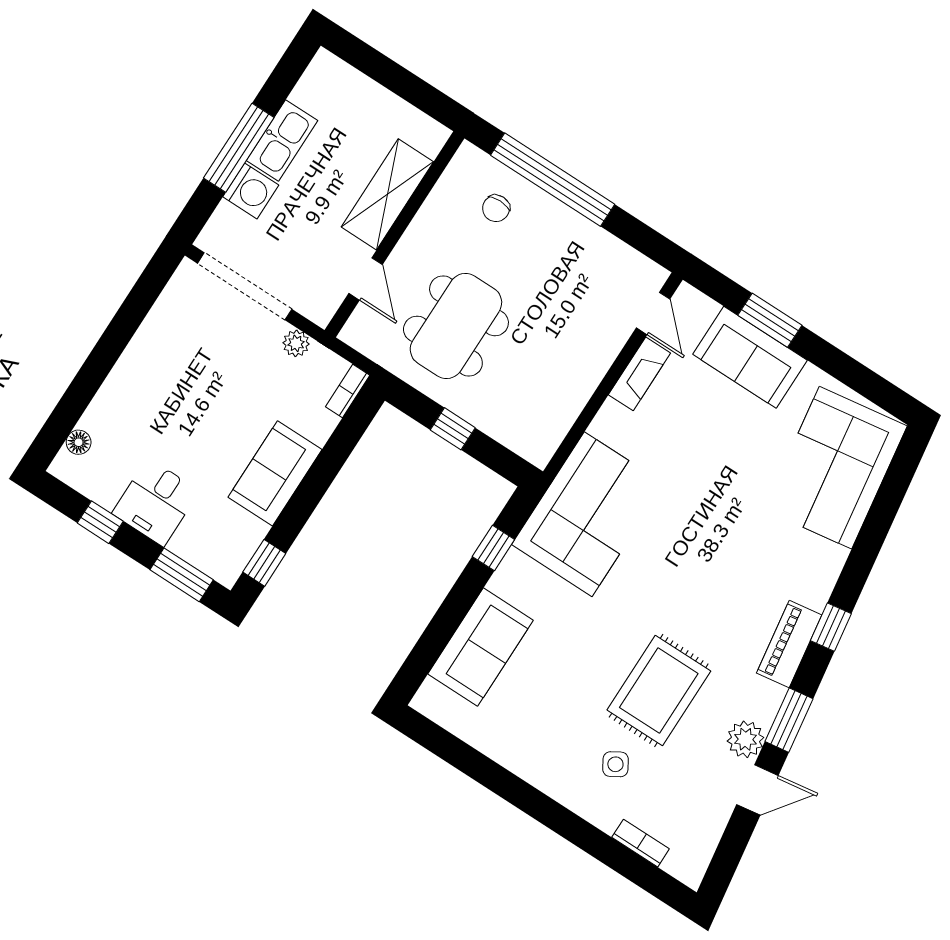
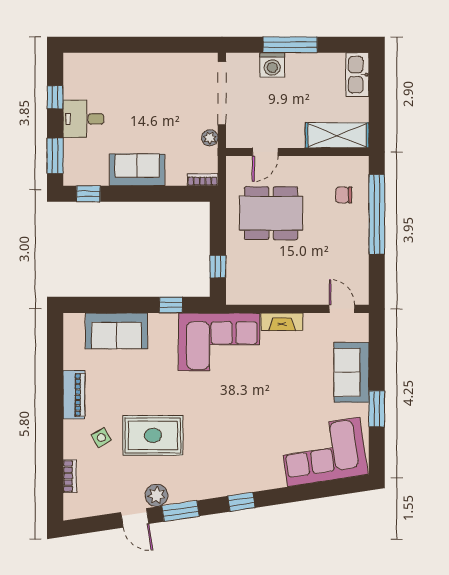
kitchen sink: (282, 140) -> (357, 75), moved, turned 90
shelving: (387, 194) -> (337, 135), moved
door: (653, 313) -> (342, 309), swing flipped
window: (770, 320) -> (377, 409), moved
fireplace: (639, 374) -> (282, 322), moved
window: (453, 429) -> (218, 267), moved
floor lamp: (79, 442) -> (88, 60), removed
piano: (789, 644) -> (74, 395), moved, turned 99

